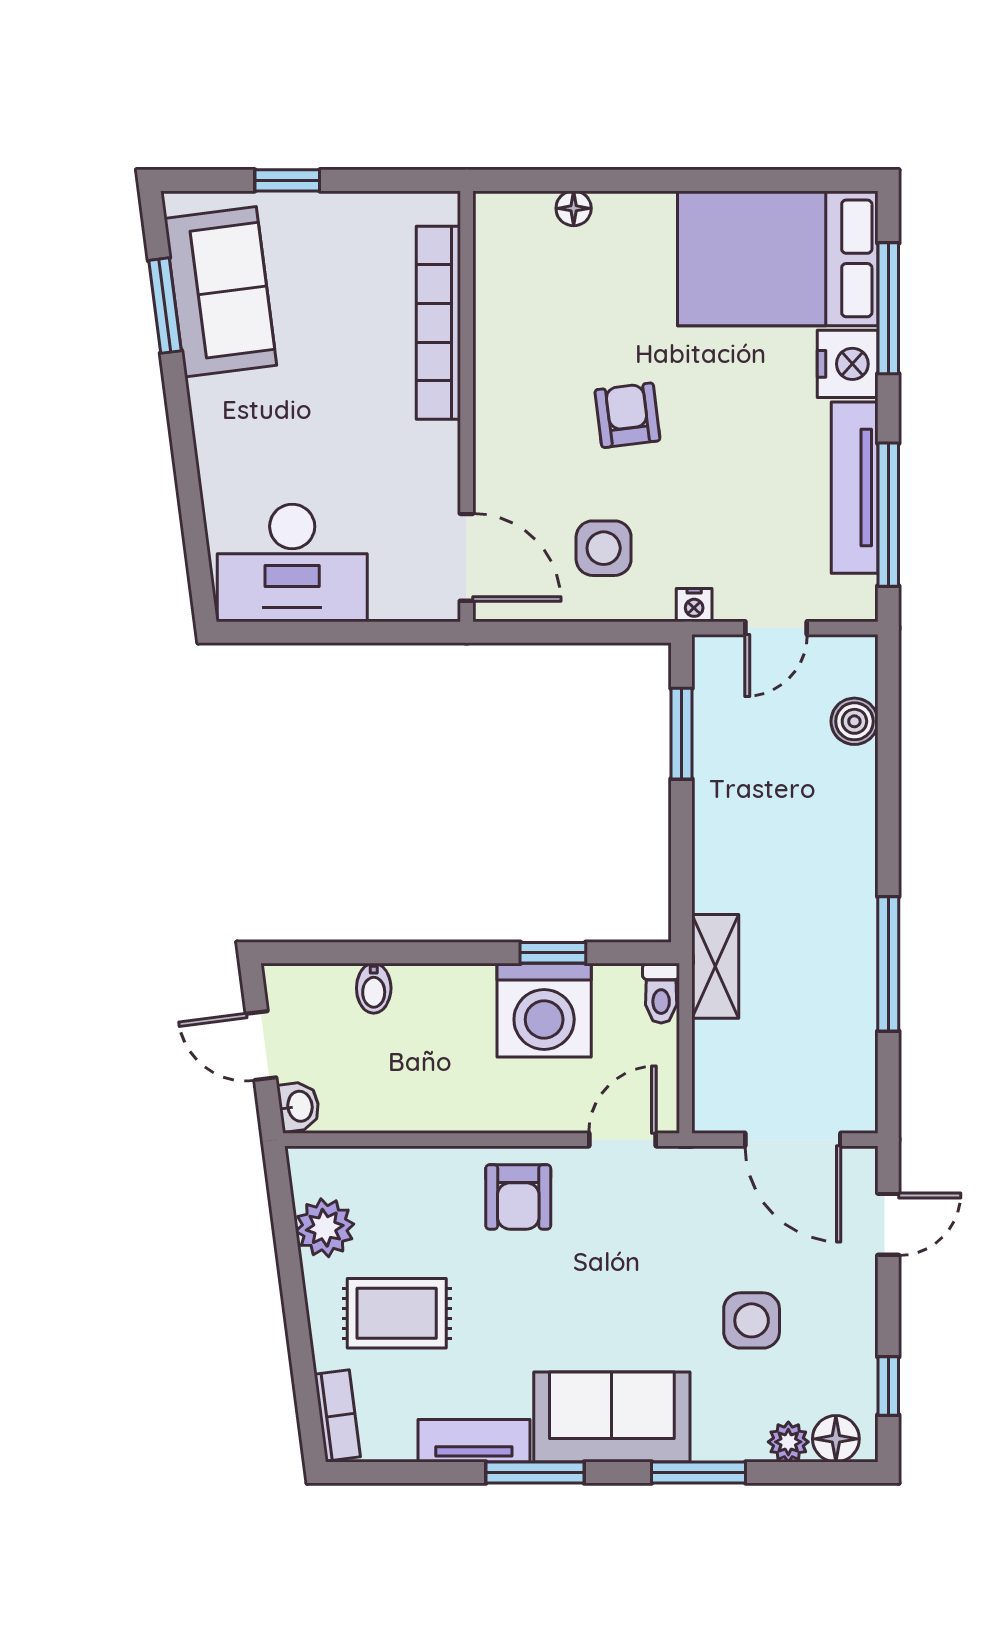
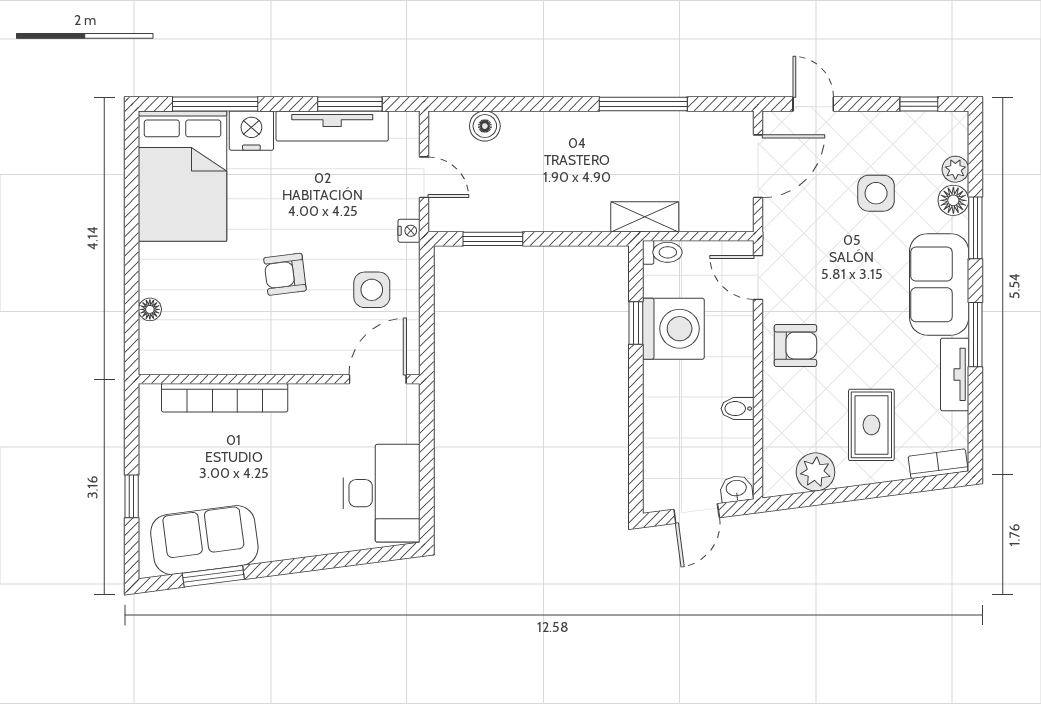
window: (888, 515) -> (350, 104), width x0.69
bidet: (374, 988) -> (737, 409), moved, turned 180
floor lamp: (836, 1439) -> (953, 200), moved

